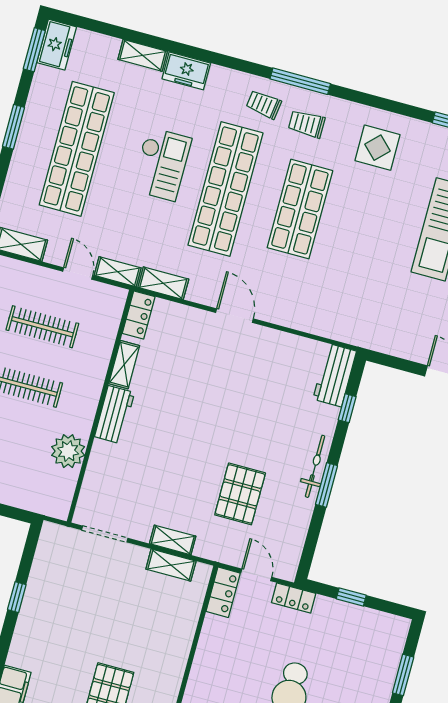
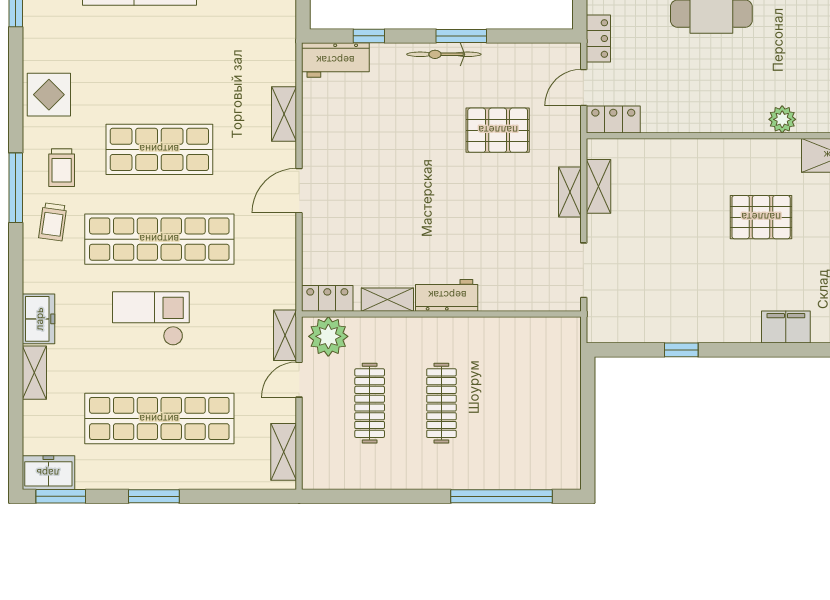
display table: (377, 148) -> (49, 95), moved
shelving: (163, 283) -> (284, 114), moved
plant: (68, 451) -> (328, 336), moved

